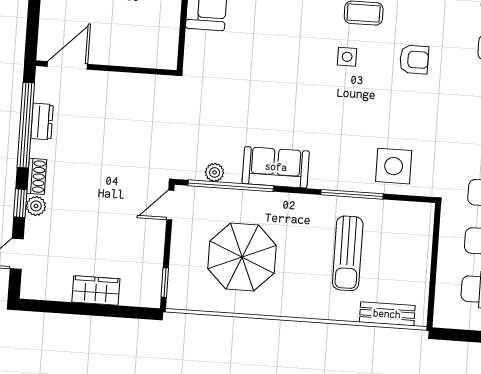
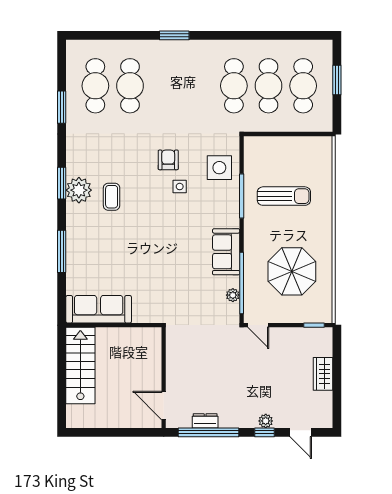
side table: (347, 57) -> (180, 187), moved
armchair: (414, 60) -> (168, 160), moved
shoe rack: (37, 176) -> (245, 422), removed
bench: (387, 314) -> (325, 165), removed

